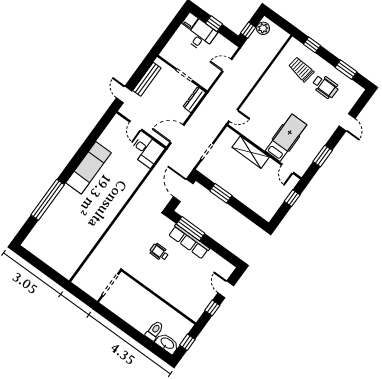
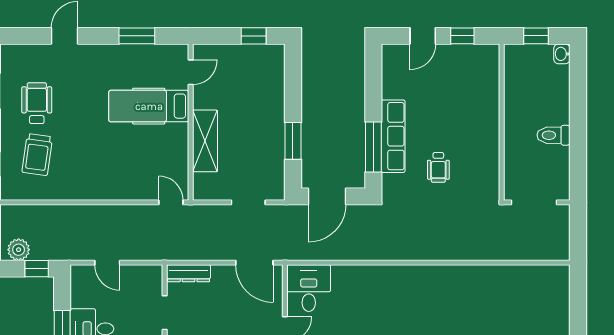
window: (292, 198) -> (254, 36), moved
toilet: (154, 331) -> (554, 135), moved
washbasin: (167, 343) -> (562, 54), width x0.52, depth x0.69

